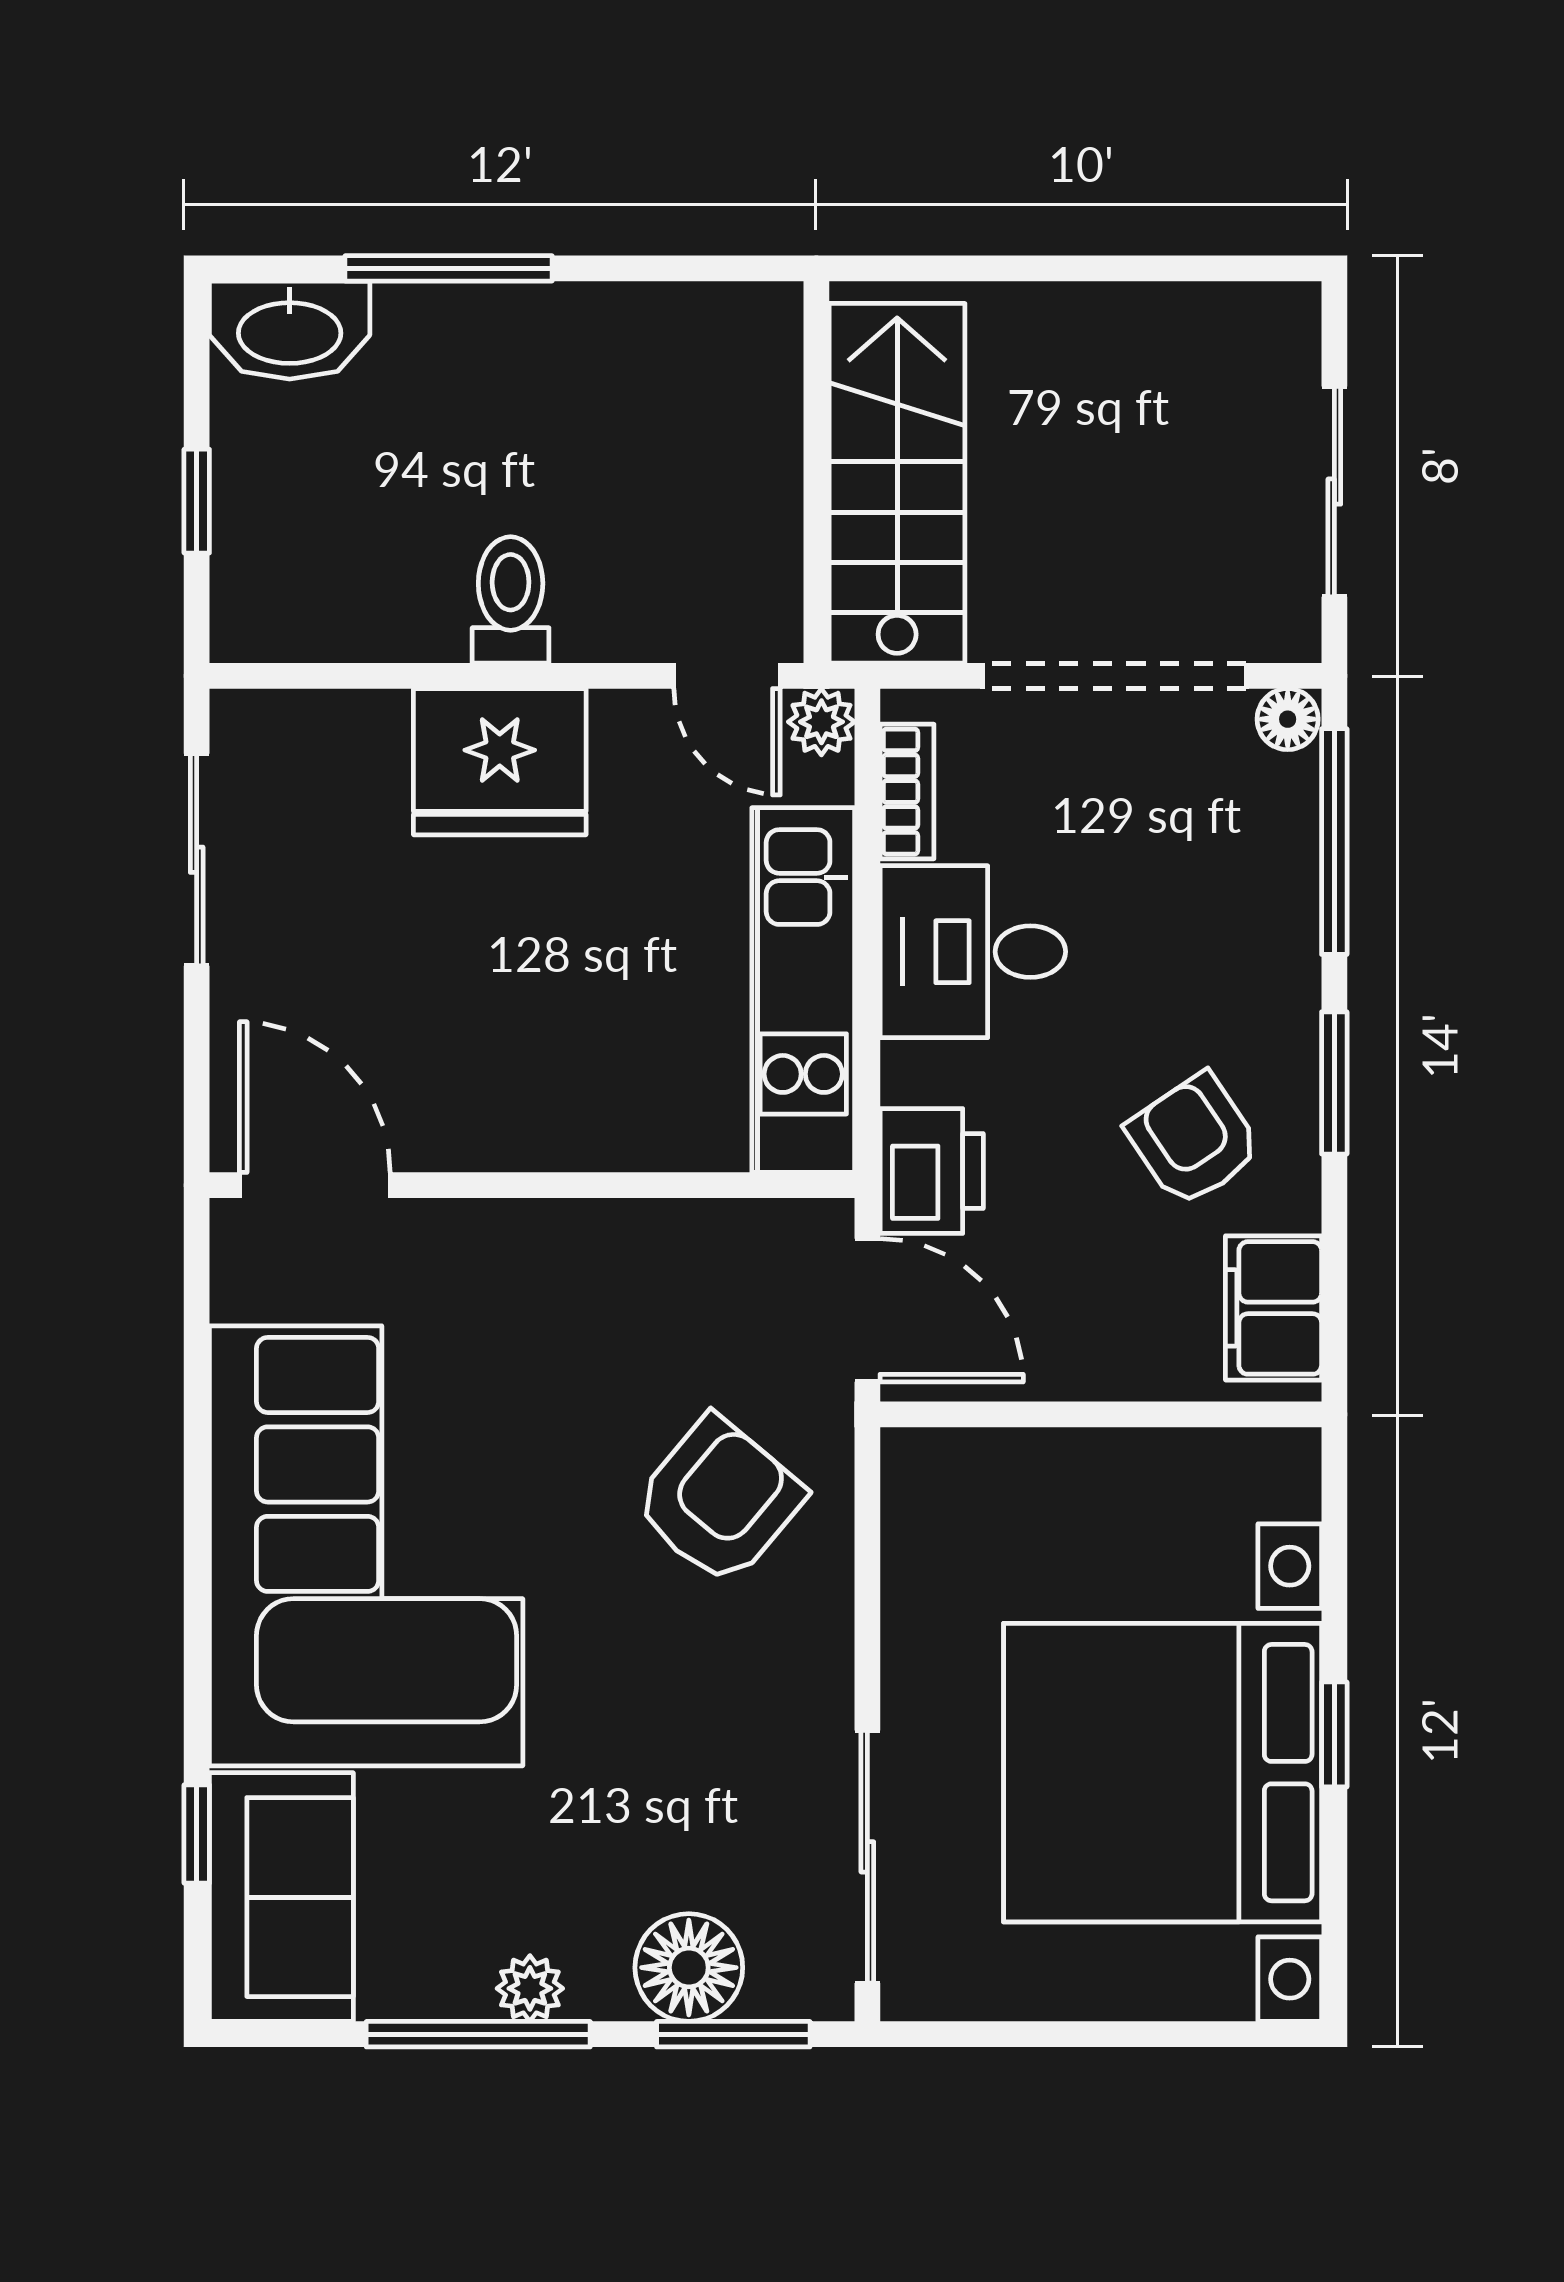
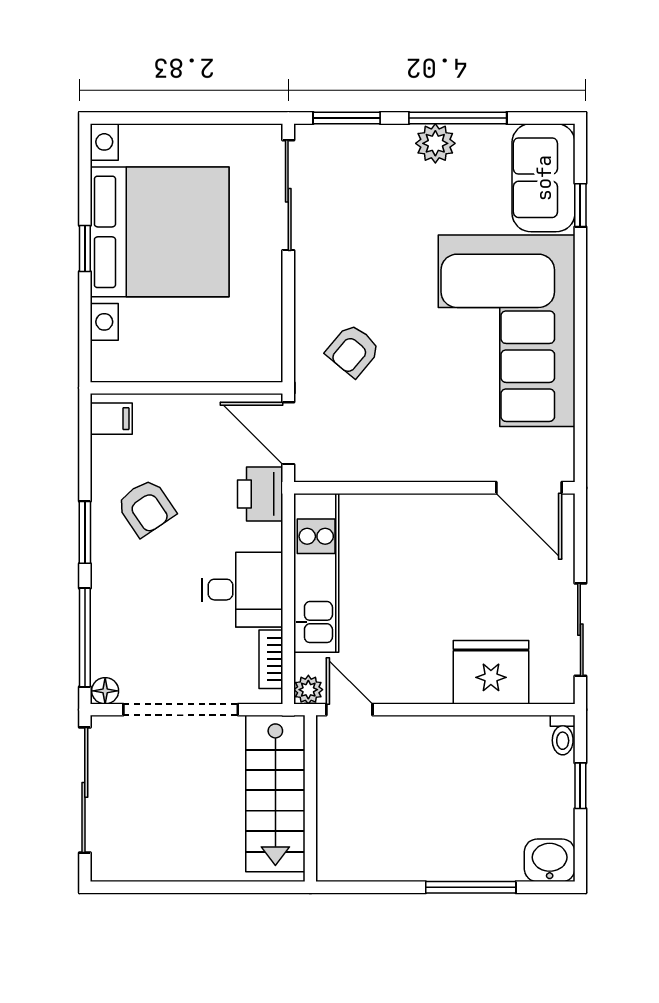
washbasin: (290, 330) -> (550, 860), width x0.72
sliding door: (1334, 492) -> (85, 790), width x1.37
toilet: (511, 600) -> (563, 735), moved, width x0.73, depth x0.72
fridge: (500, 762) -> (491, 672), moved
filing cabinet: (1273, 1308) -> (111, 419), width x0.50
armchair: (719, 1500) -> (353, 350), width x0.72, depth x0.72
floor lamp: (689, 1968) -> (366, 147), removed
plant: (530, 1988) -> (435, 143), width x1.38, depth x1.38

